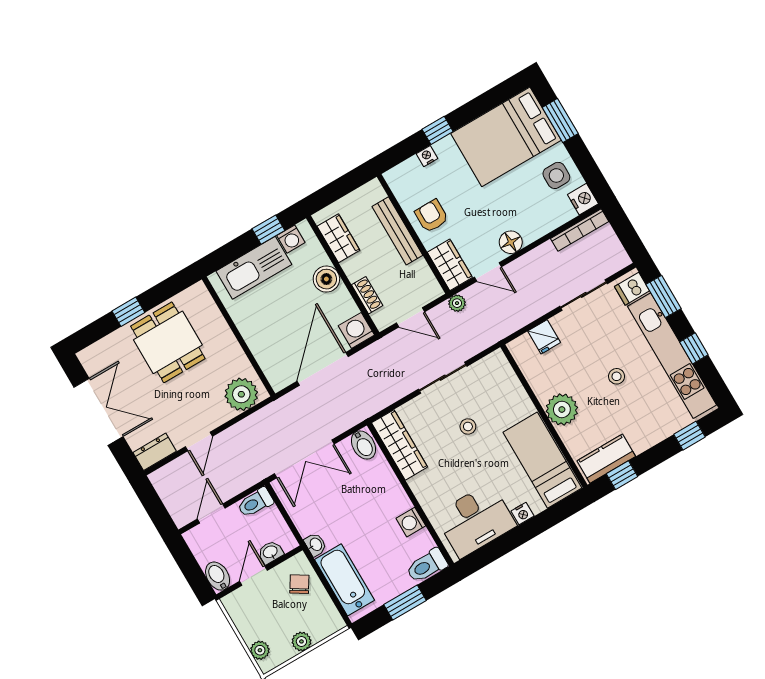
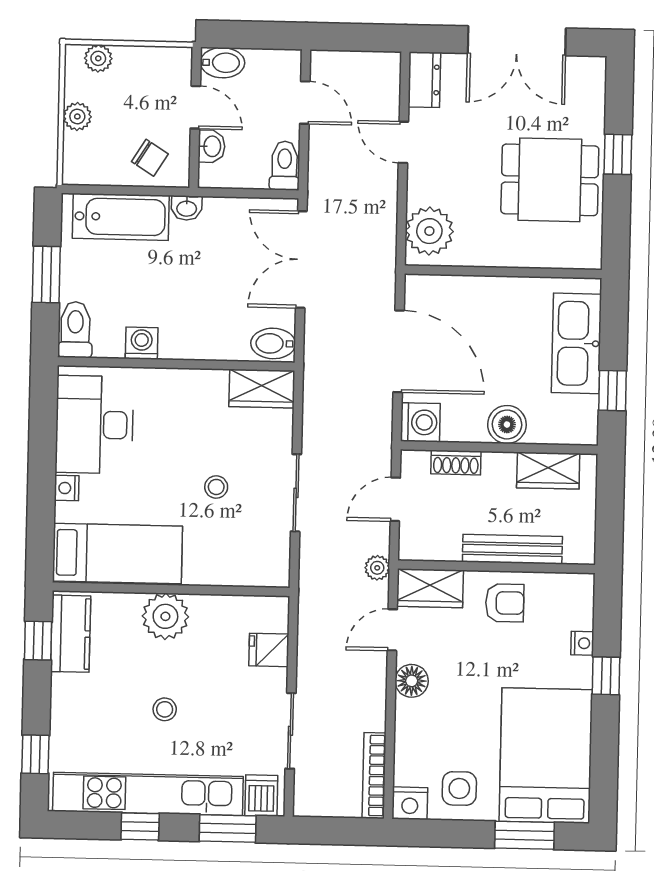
washing machine: (291, 239) -> (584, 411), removed
wardrobe: (400, 445) -> (262, 389), width x0.67

